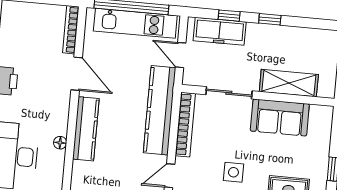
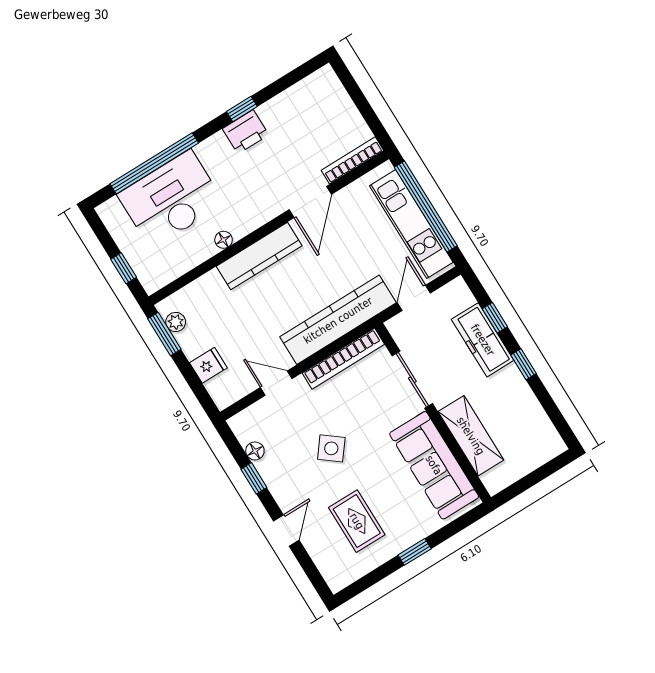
freezer: (220, 31) -> (483, 340), moved
sofa: (280, 117) -> (434, 465), width x1.36
side table: (233, 172) -> (331, 448), turned 38

